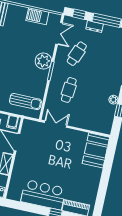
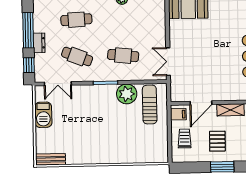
double door: (59, 33) -> (58, 84), swing flipped
cafe table: (106, 60) -> (76, 20), added
plant: (43, 61) -> (127, 94), moved

